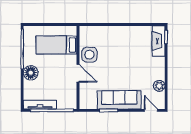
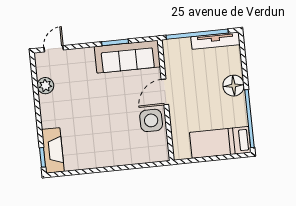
bed: (56, 45) -> (220, 142), moved, turned 180
door: (78, 73) -> (165, 92), hinge flipped
sofa: (119, 100) -> (127, 57), moved
door: (151, 110) -> (54, 49), swing flipped

